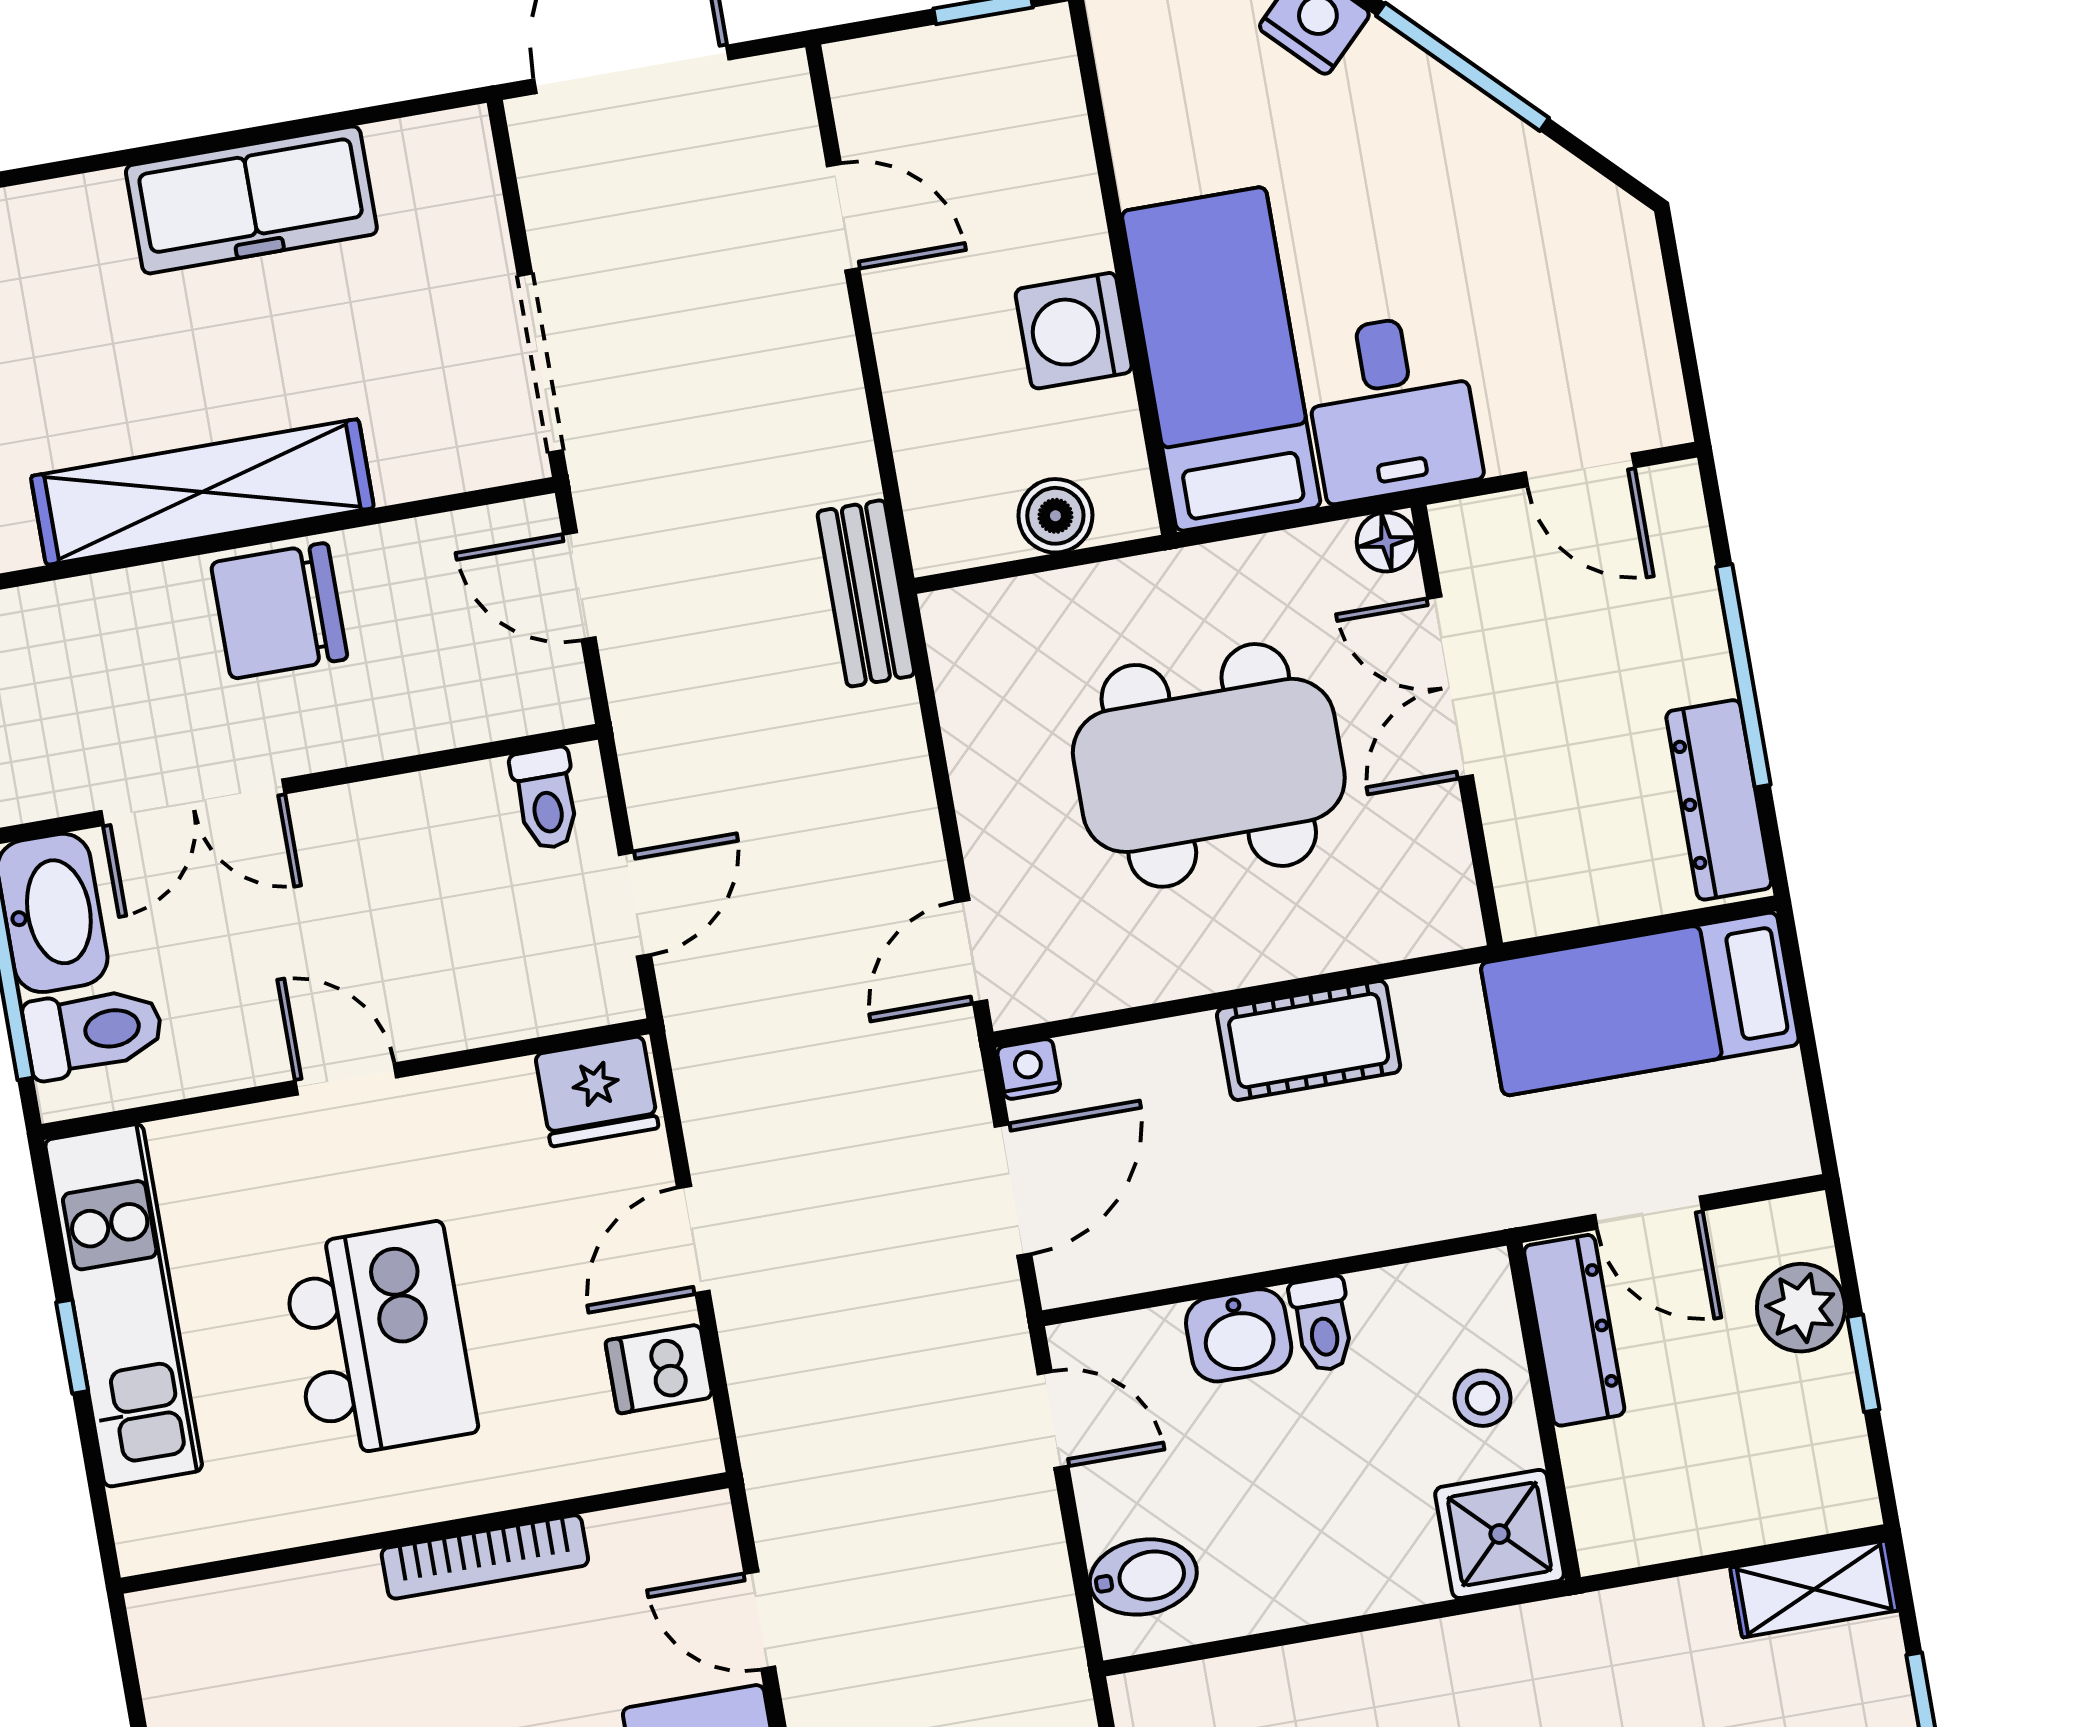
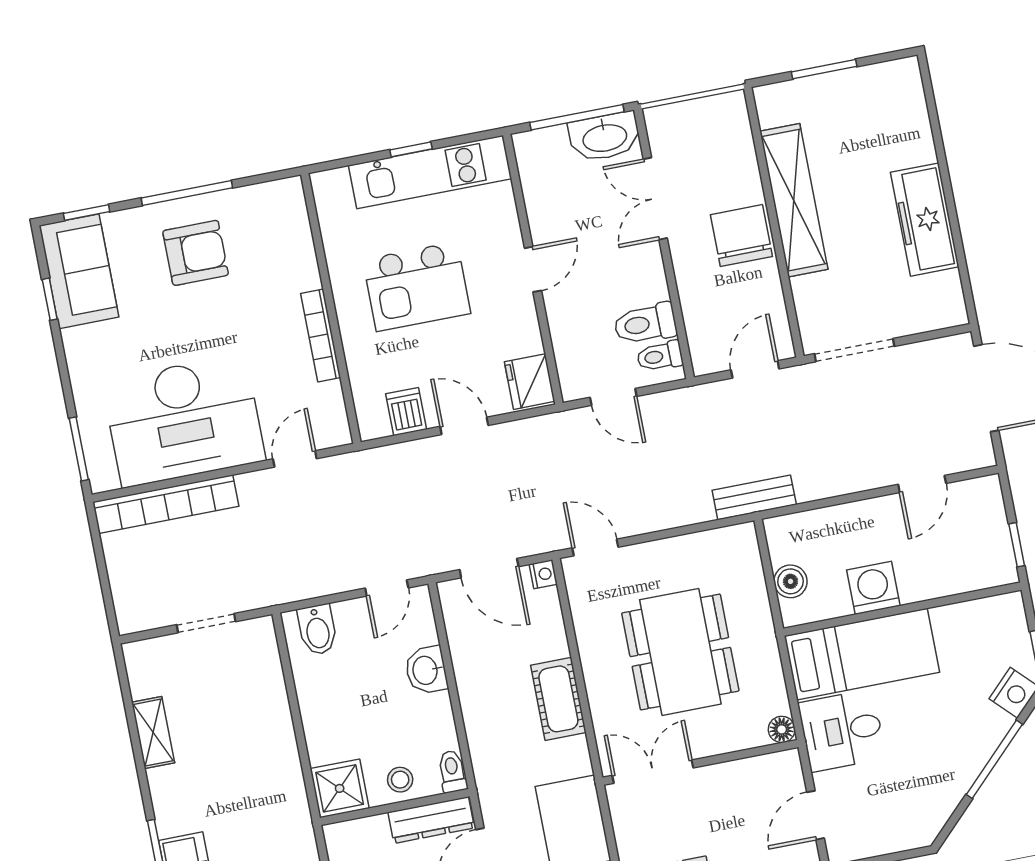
double door: (1450, 687) -> (653, 772), moved
toilet: (94, 1032) -> (645, 324), moved, turned 90
toilet: (1322, 1324) -> (452, 771), moved, turned 90

